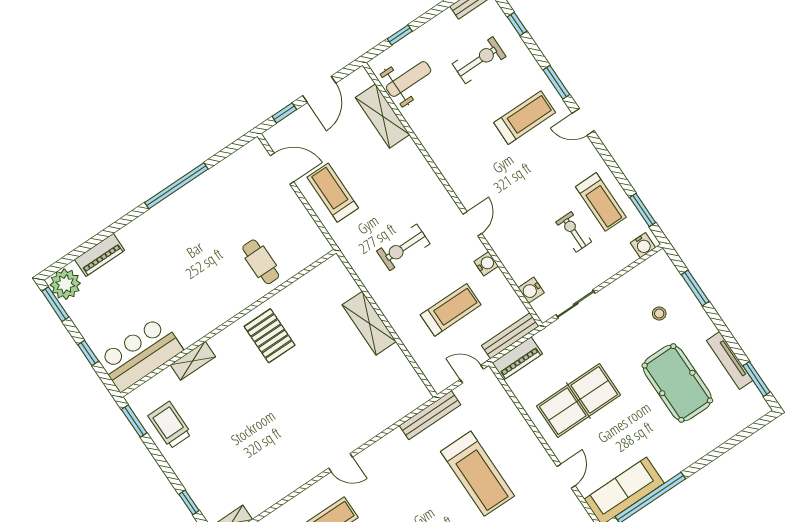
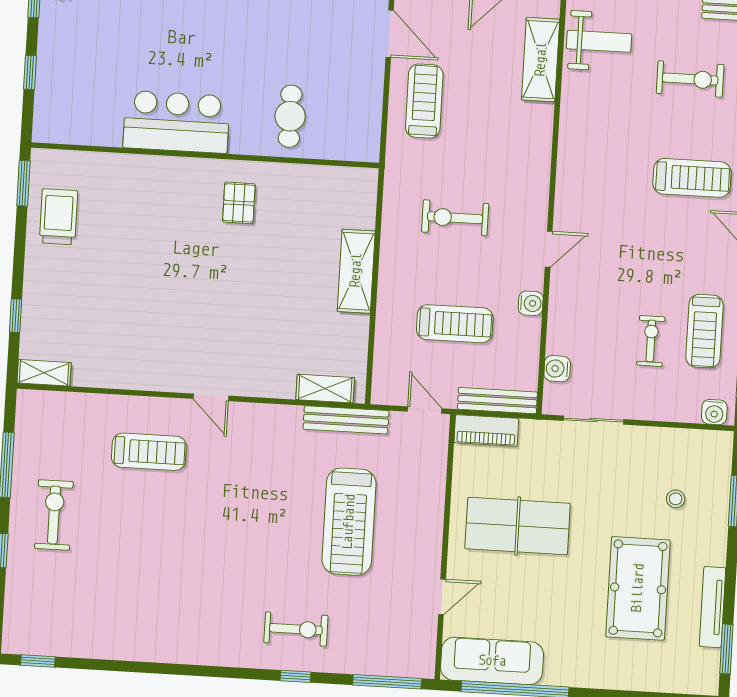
pallet: (270, 336) -> (239, 203), width x0.67, depth x0.71
bar counter: (140, 354) -> (176, 122), moved
shelving: (193, 361) -> (325, 389), moved

